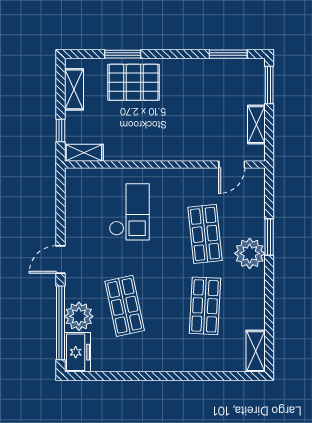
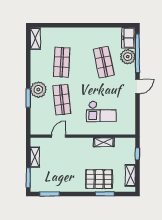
shelving: (84, 153) -> (104, 142), moved
door: (232, 165) -> (59, 136), moved
checkout: (129, 212) -> (101, 111), turned -90

